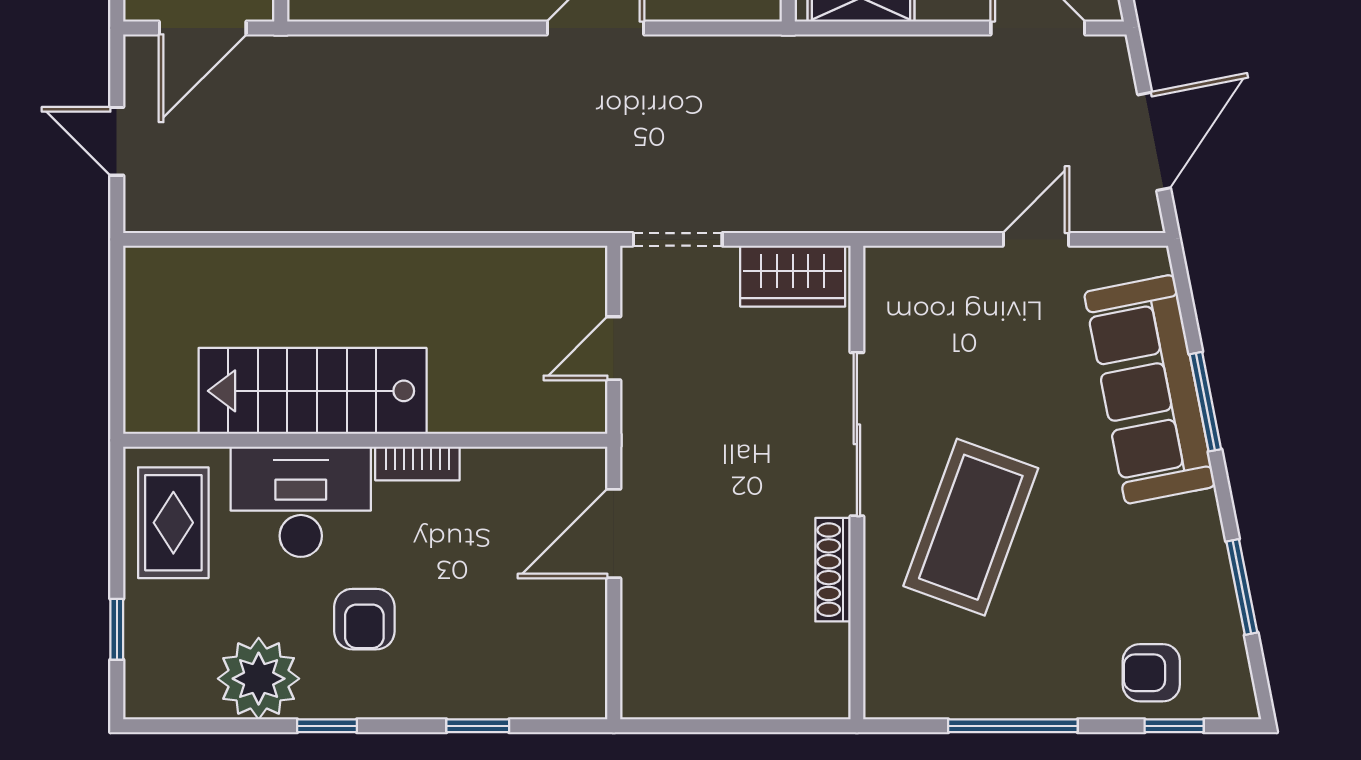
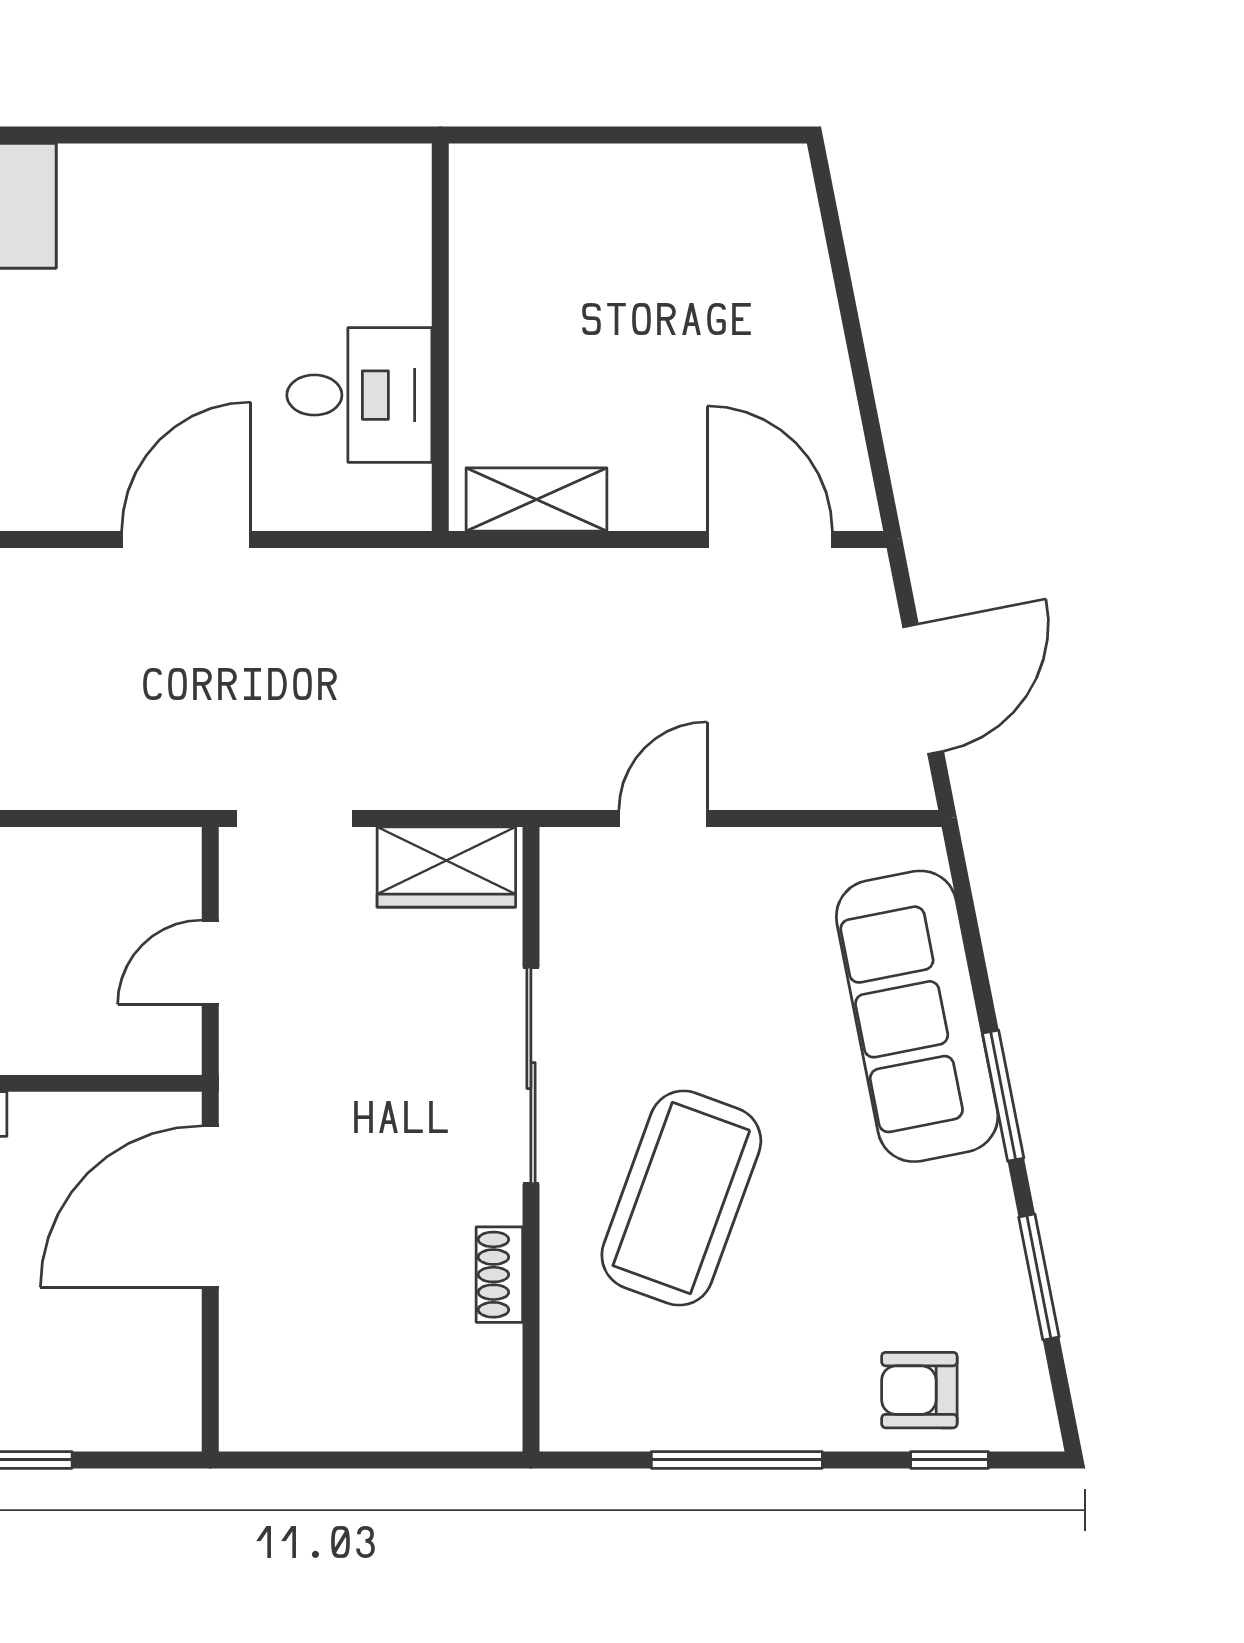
door: (1036, 239) -> (663, 818), moved
window: (1205, 402) -> (1003, 1096), moved
door: (614, 534) -> (210, 1206), width x1.36
shoe rack: (833, 570) -> (499, 1275), width x0.70

